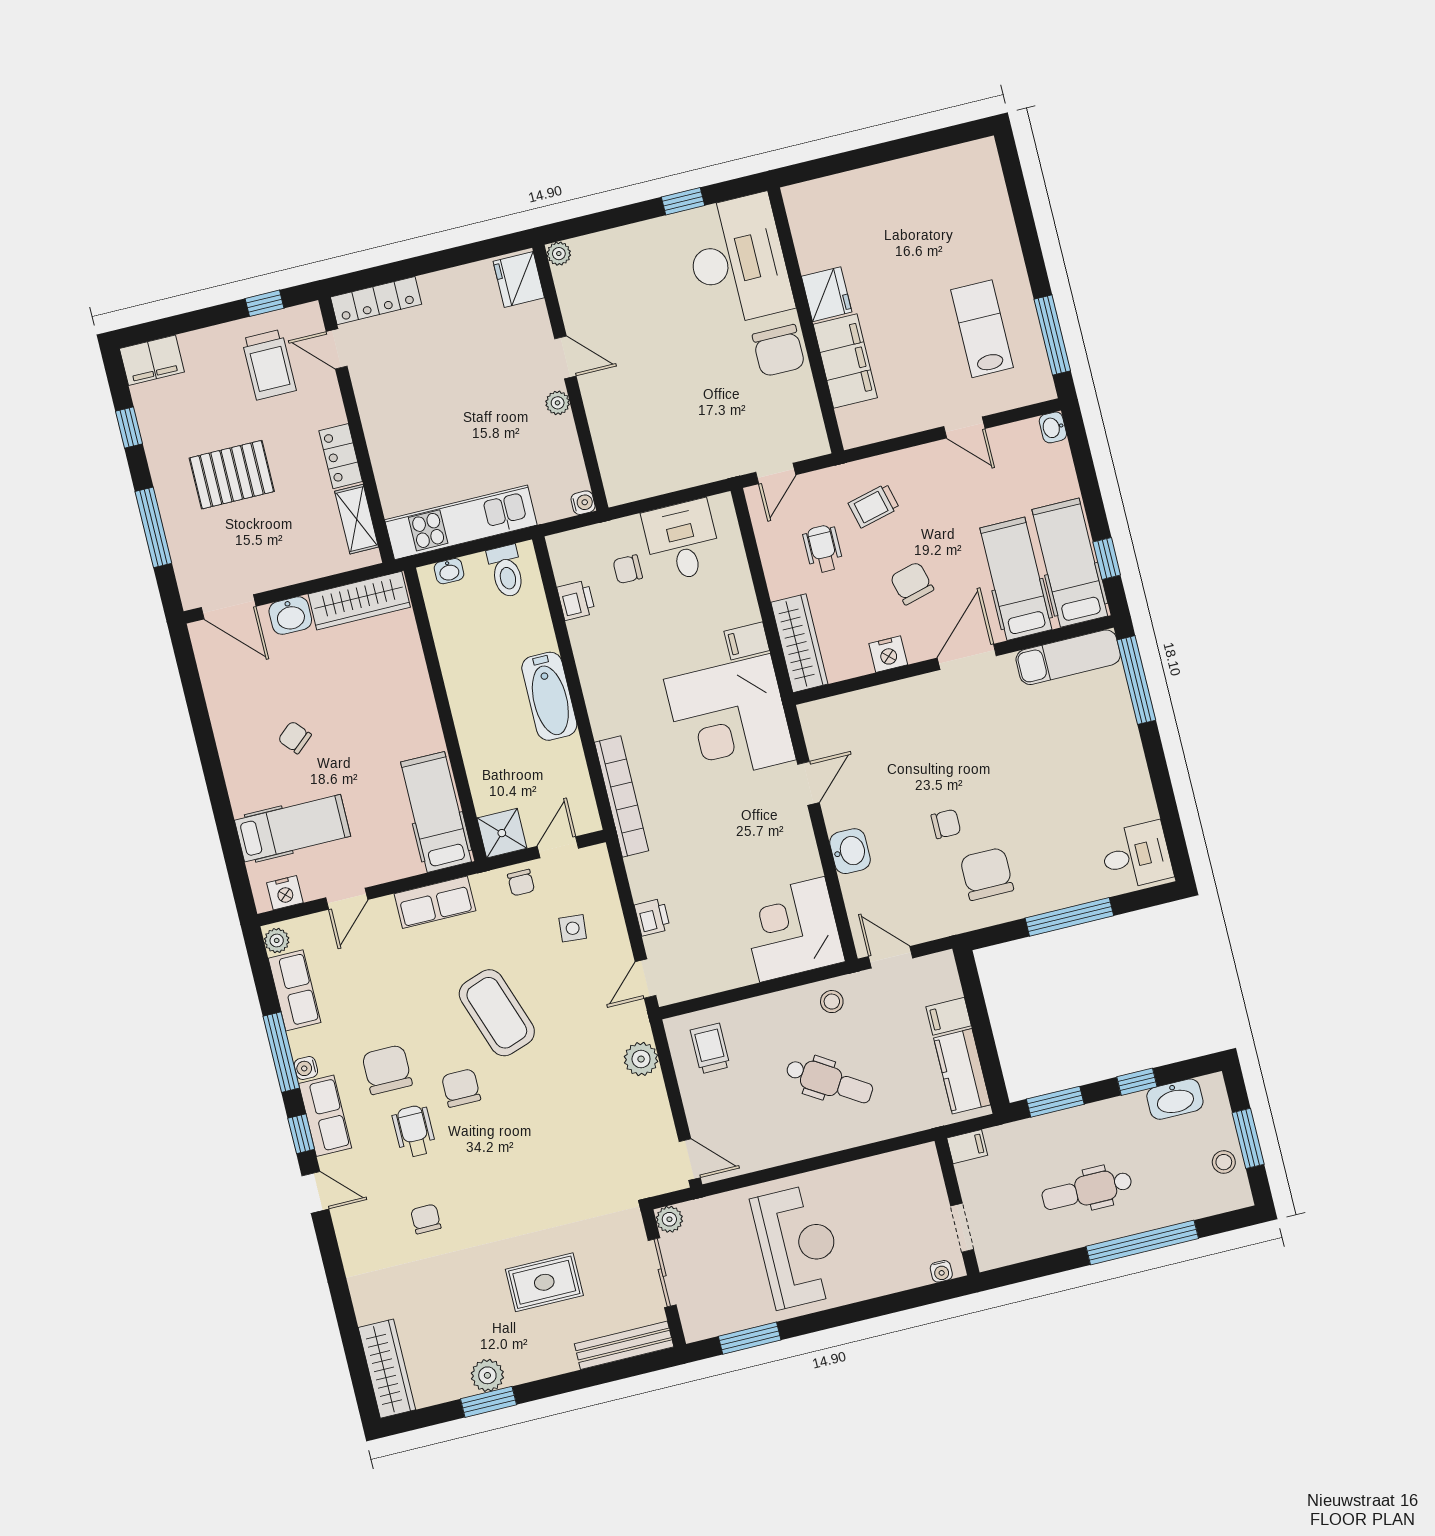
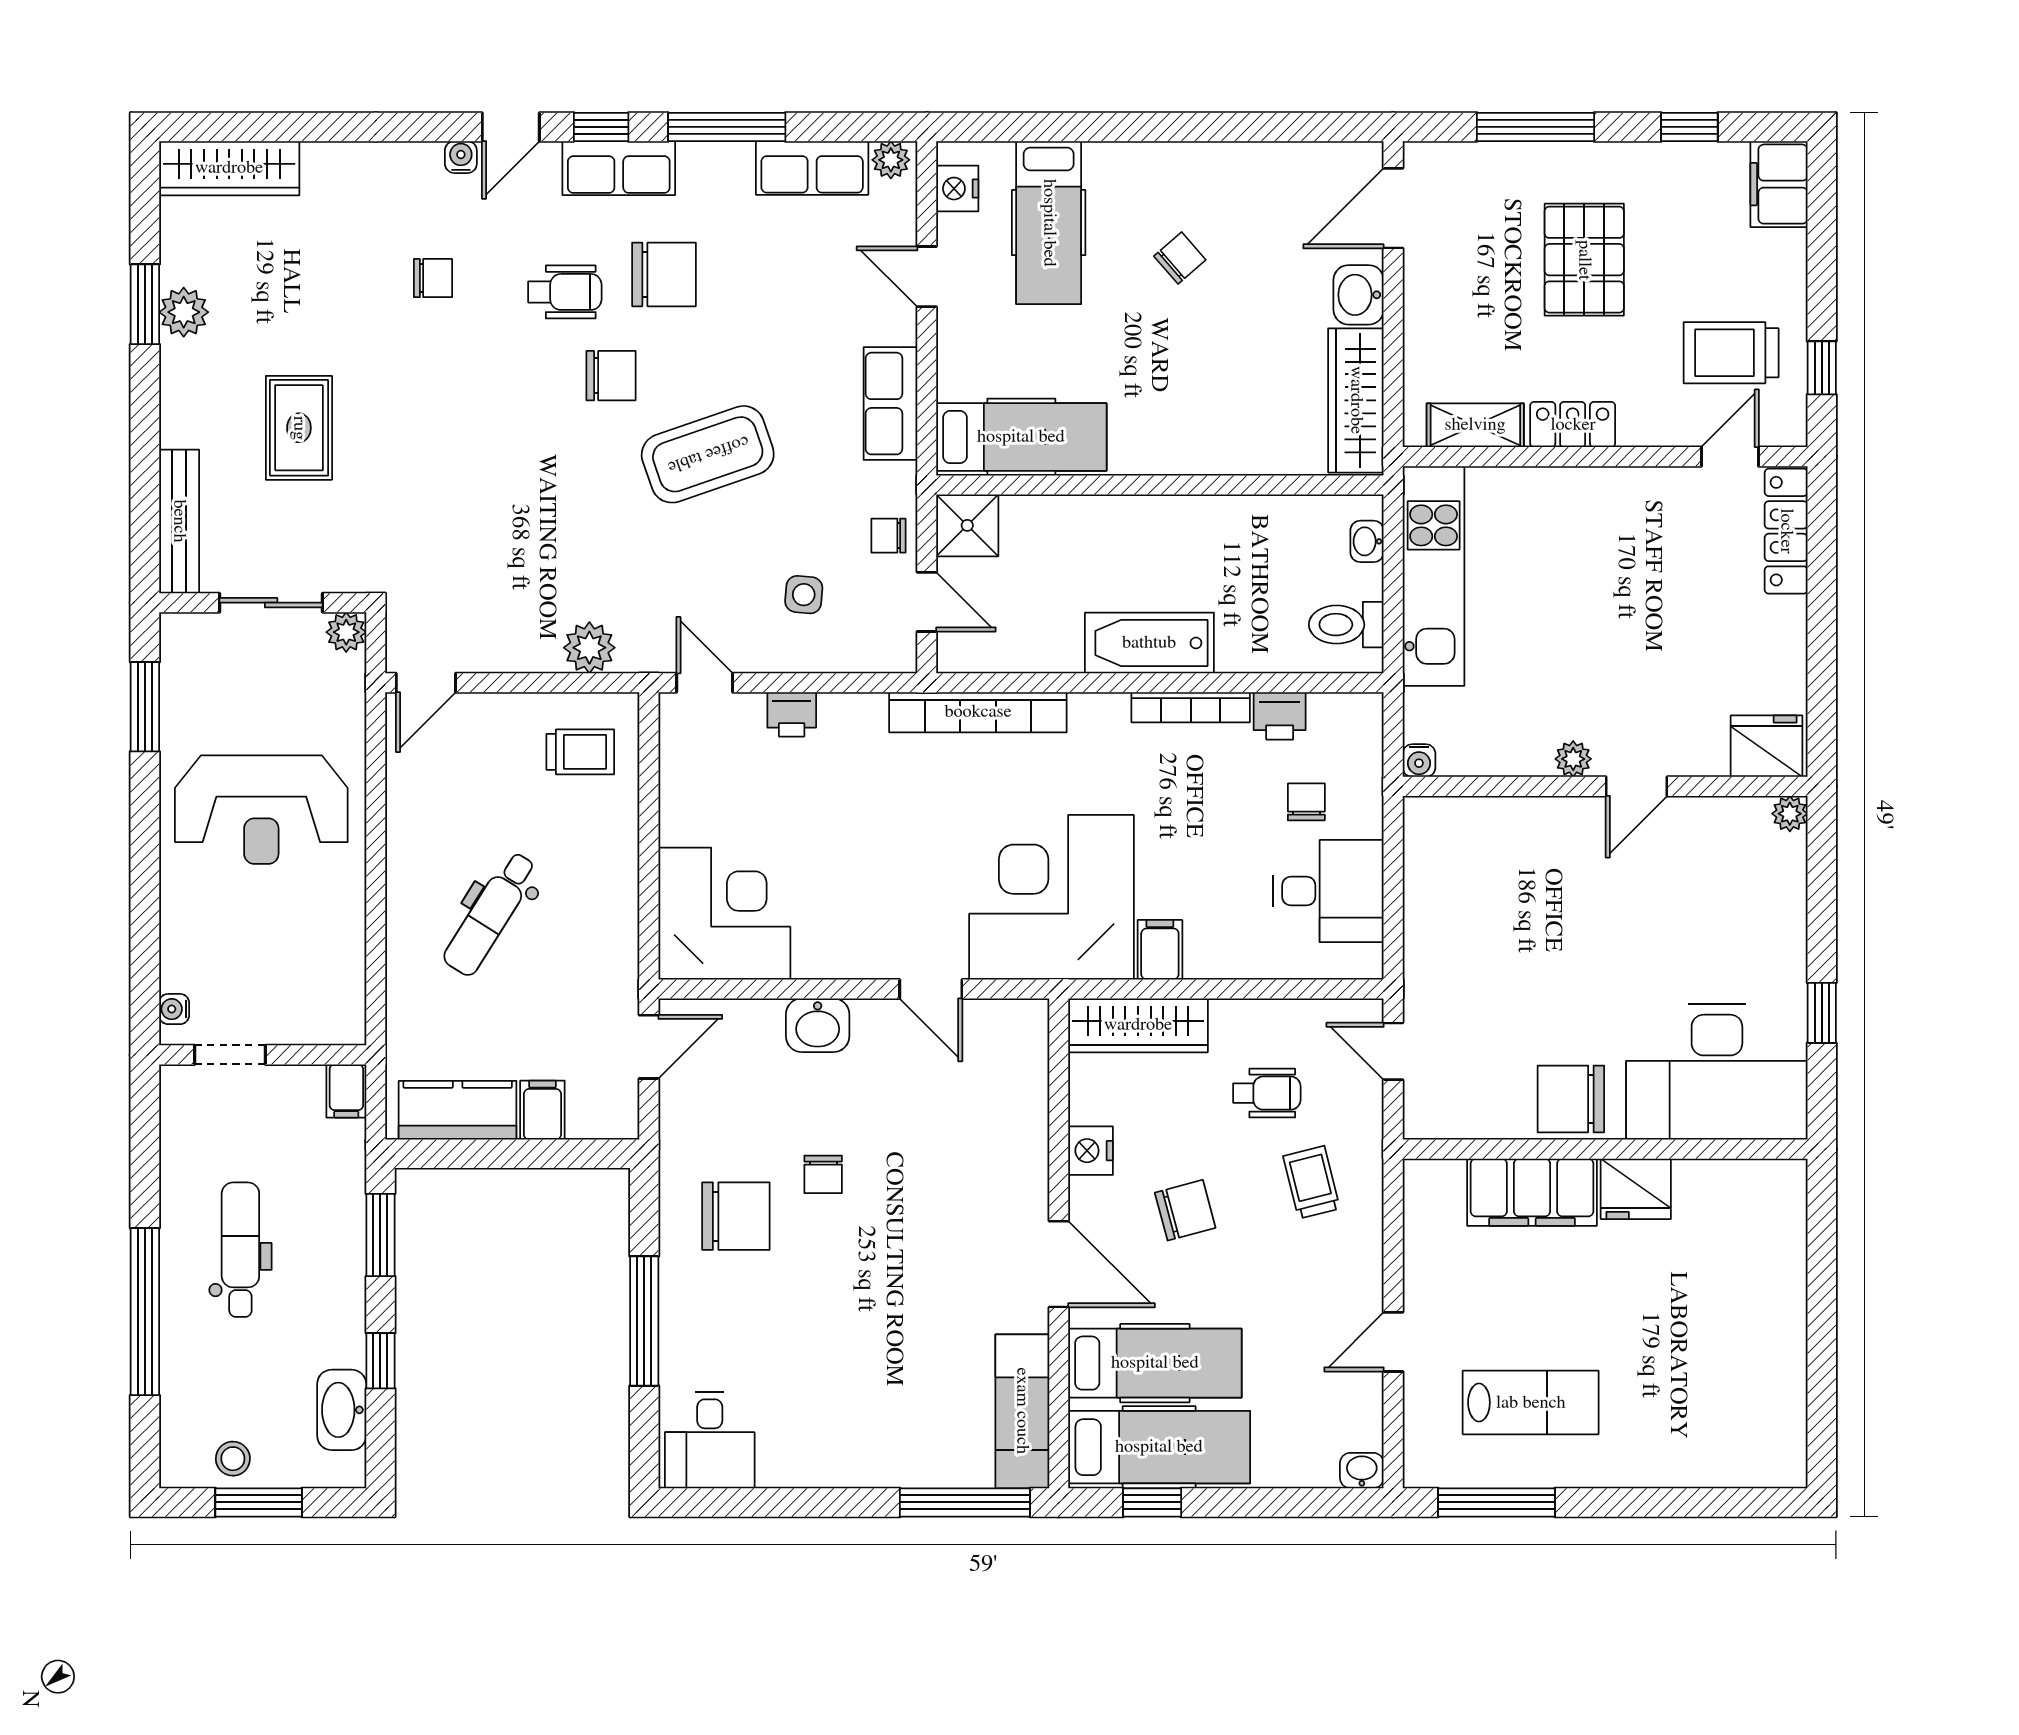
bookcase: (585, 659) -> (1191, 707), added
stool: (832, 1002) -> (605, 945), removed
water cooler: (306, 1068) -> (461, 157), moved

